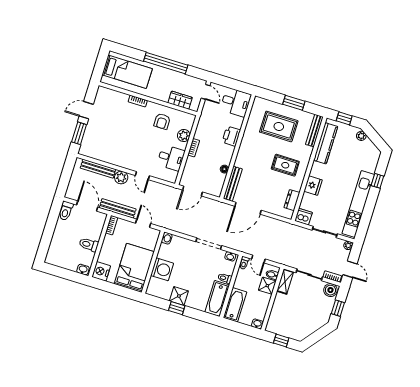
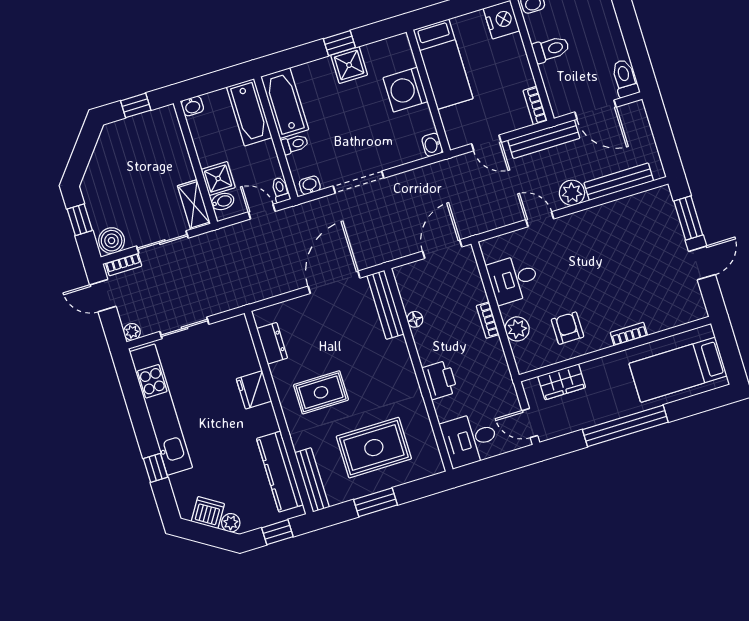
dishwasher: (303, 217) -> (208, 513), moved, turned -148
bed: (134, 268) -> (443, 64), width x0.67

